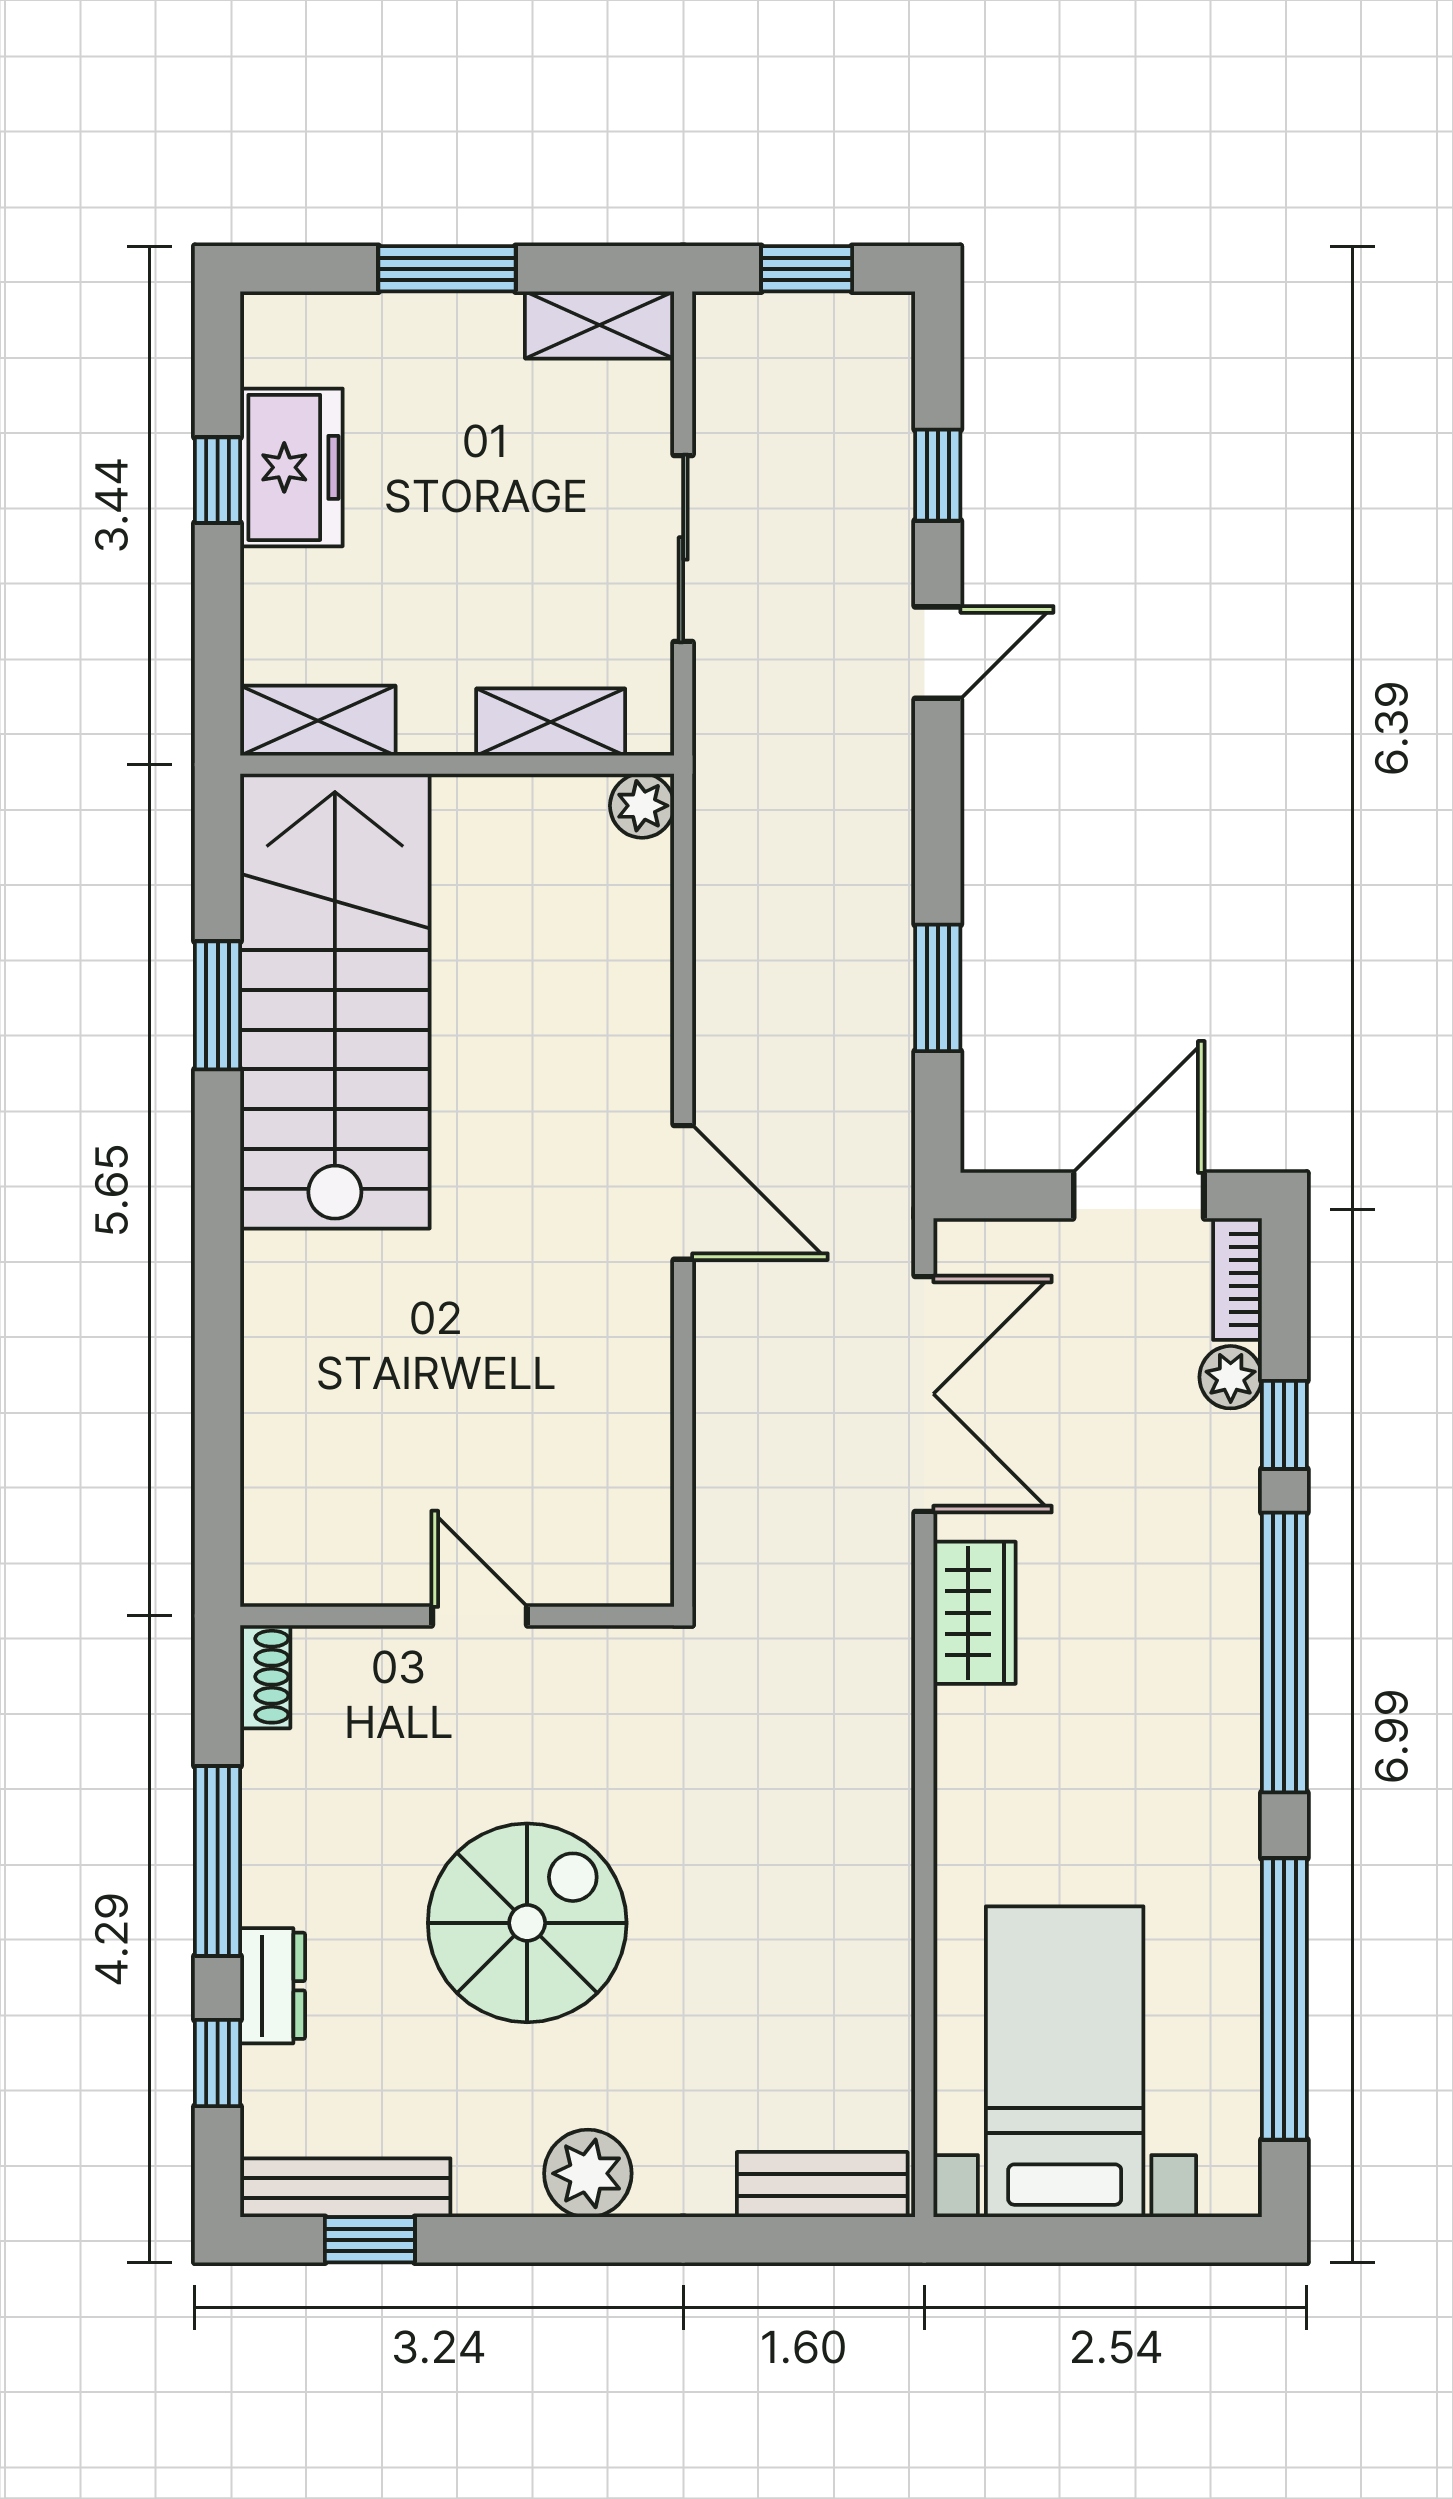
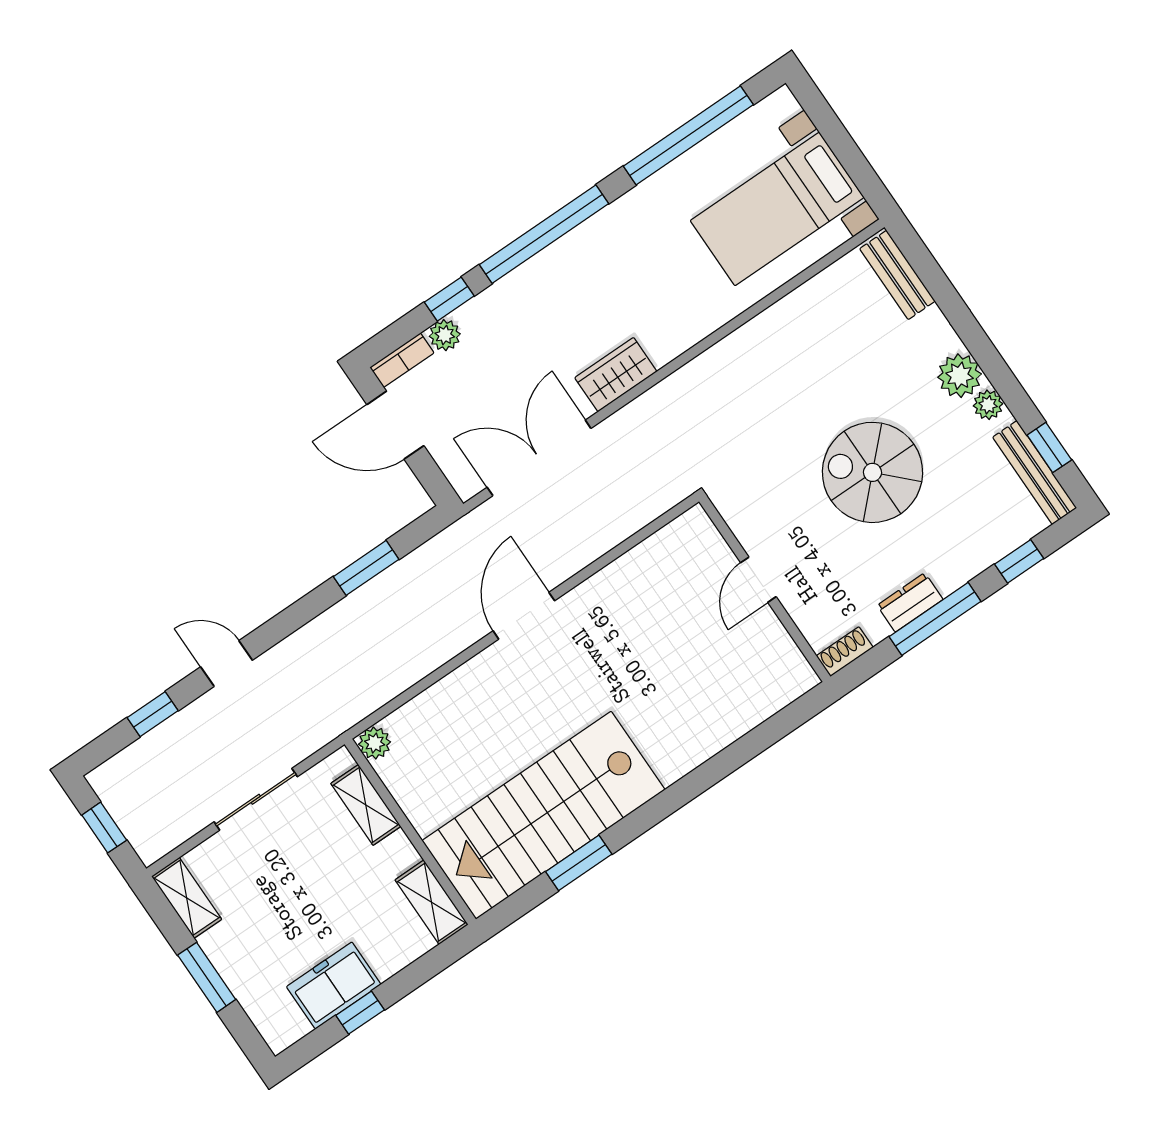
dresser: (273, 1986) -> (910, 602), moved
plant: (508, 2188) -> (988, 405), added

